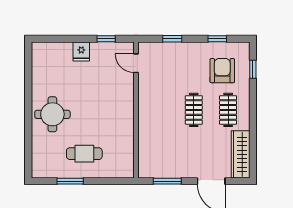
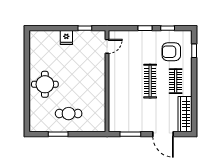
window: (172, 39) -> (145, 28), moved
door: (136, 63) -> (107, 46), swing flipped
armchair: (222, 71) -> (171, 52), turned -90
clothes rail: (194, 110) -> (150, 81), width x1.36

